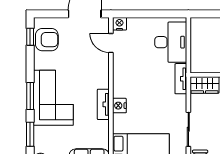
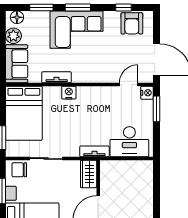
window: (136, 14) -> (156, 109), added
window: (30, 37) -> (124, 7), moved
tv unit: (103, 104) -> (57, 77), moved

